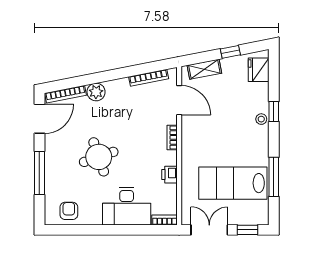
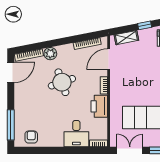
door: (179, 100) -> (109, 59), swing flipped
round table: (99, 157) -> (62, 82), moved
window: (39, 173) -> (11, 125), moved
printer: (169, 175) -> (99, 106), width x1.87, depth x1.48
desk: (127, 206) -> (76, 134), width x0.73

